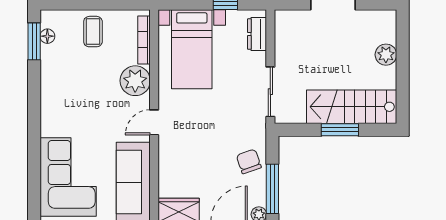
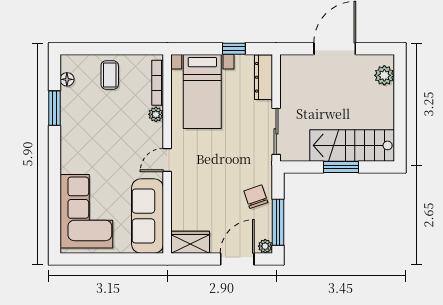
dresser: (257, 34) -> (264, 77), width x1.44
window: (34, 41) -> (55, 108), moved
plant: (386, 55) -> (384, 75), moved
plant: (135, 81) -> (156, 114), width x0.53, depth x0.53

